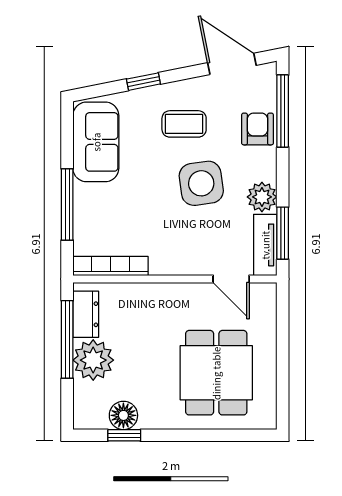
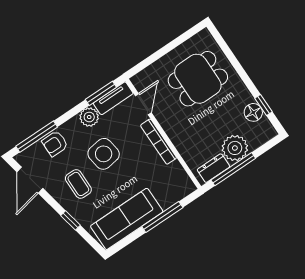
sofa: (96, 142) -> (127, 219), width x1.36
bookcase: (110, 266) -> (159, 142), moved

